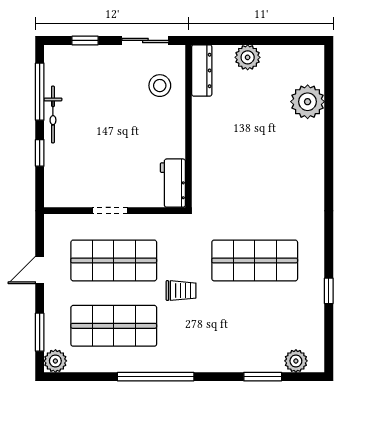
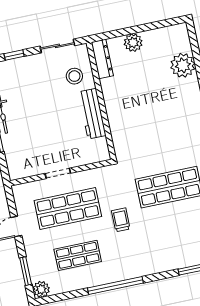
workbench: (173, 183) -> (92, 114), moved, width x1.37
trolley: (181, 291) -> (121, 220), turned -90
shop shelf: (114, 326) -> (78, 255), width x0.70, depth x0.74

